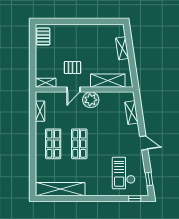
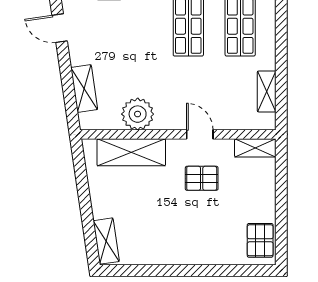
shelving: (122, 48) -> (106, 241), moved
door: (73, 90) -> (200, 134), hinge flipped
plant: (91, 100) -> (138, 114), moved

